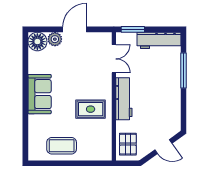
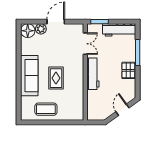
sofa: (40, 94) -> (29, 76), width x1.36
rug: (91, 109) -> (56, 78), moved, turned 90
pallet: (128, 144) -> (128, 70), moved
door: (163, 147) -> (123, 110), swing flipped

